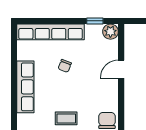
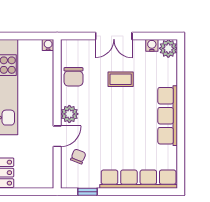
plant: (110, 32) -> (69, 114), moved
chair: (65, 66) -> (78, 156), moved

